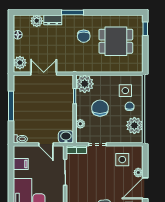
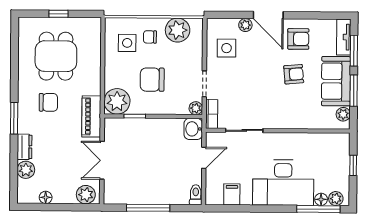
window: (145, 29) -> (59, 14), moved
piano: (74, 66) -> (91, 116), added
plant: (80, 124) -> (196, 108), moved

